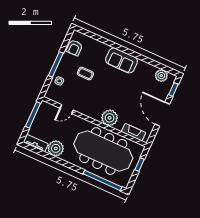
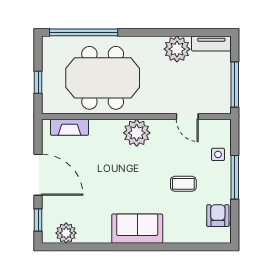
door: (67, 109) -> (187, 117), swing flipped
plant: (110, 118) -> (137, 133), moved
meeting table: (103, 151) -> (103, 78), width x0.73

